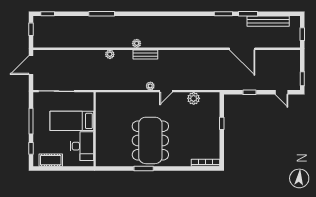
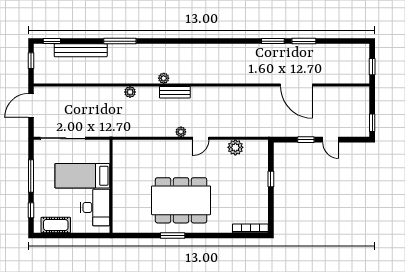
bench: (268, 21) -> (81, 50), moved
door: (282, 92) -> (331, 140), moved
dining table: (150, 140) -> (181, 200), turned 90

